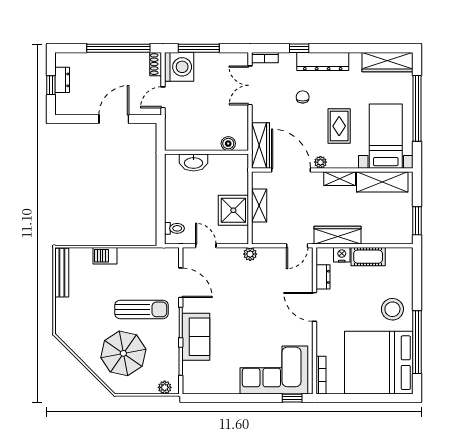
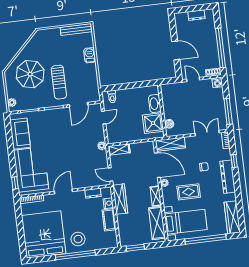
window: (199, 48) -> (228, 111), moved
washing machine: (179, 67) -> (217, 83), width x0.53, depth x0.53
window: (51, 85) -> (192, 9), removed
door: (291, 170) -> (157, 165), hinge flipped
shelving: (259, 205) -> (119, 150), moved
shower: (233, 210) -> (153, 123), moved
door: (315, 307) -> (63, 191), moved
sofa: (196, 337) -> (20, 134), moved, turned -90
window: (417, 342) -> (75, 255), moved

